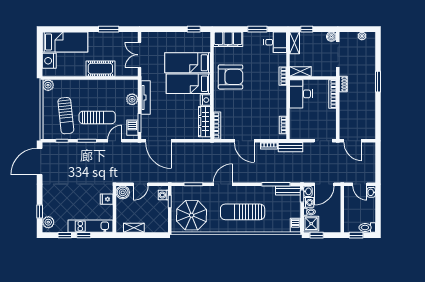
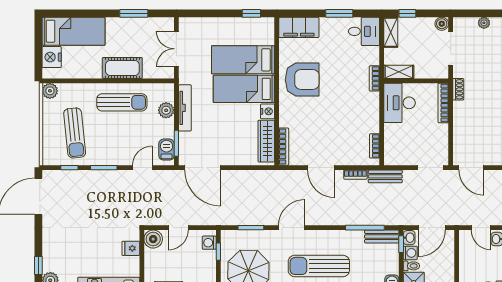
sun lounger: (97, 117) -> (122, 102), moved

